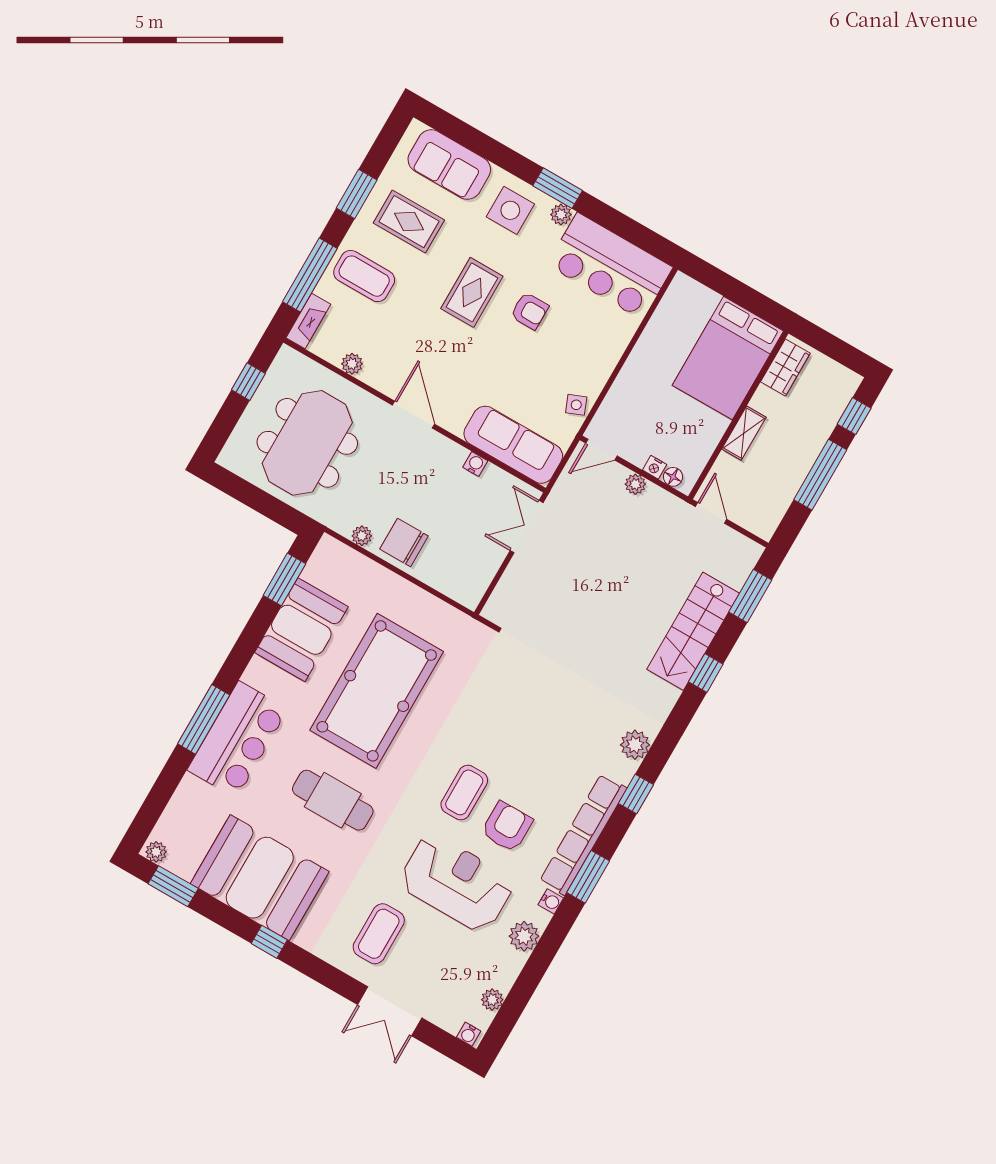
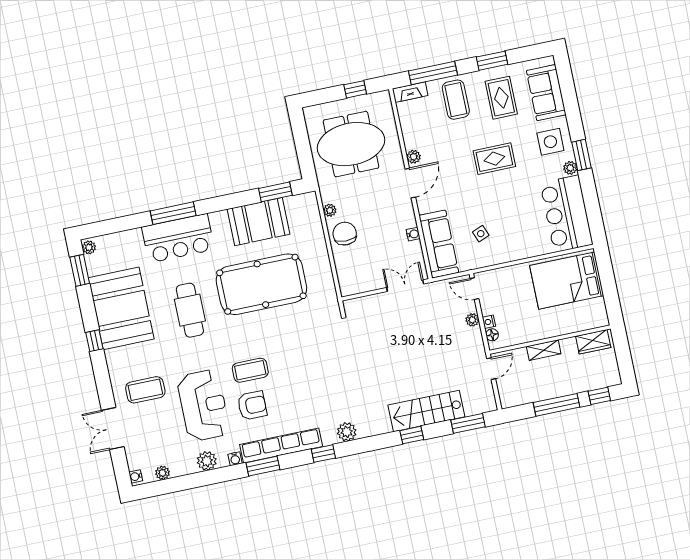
armchair: (529, 311) -> (510, 194), removed
bed: (728, 358) -> (567, 281), moved
plant: (352, 364) -> (414, 157), moved
side table: (576, 405) -> (481, 234), moved

